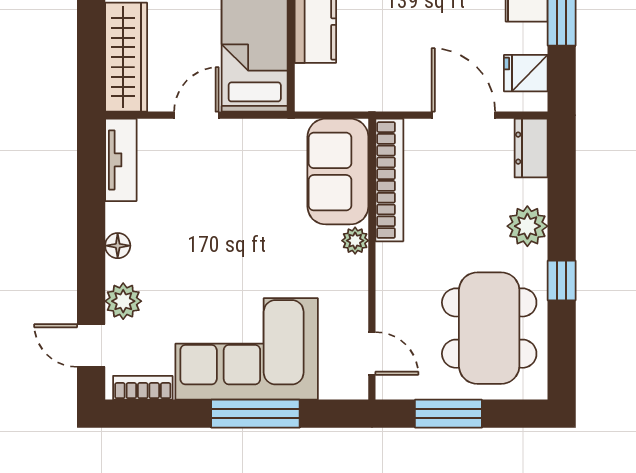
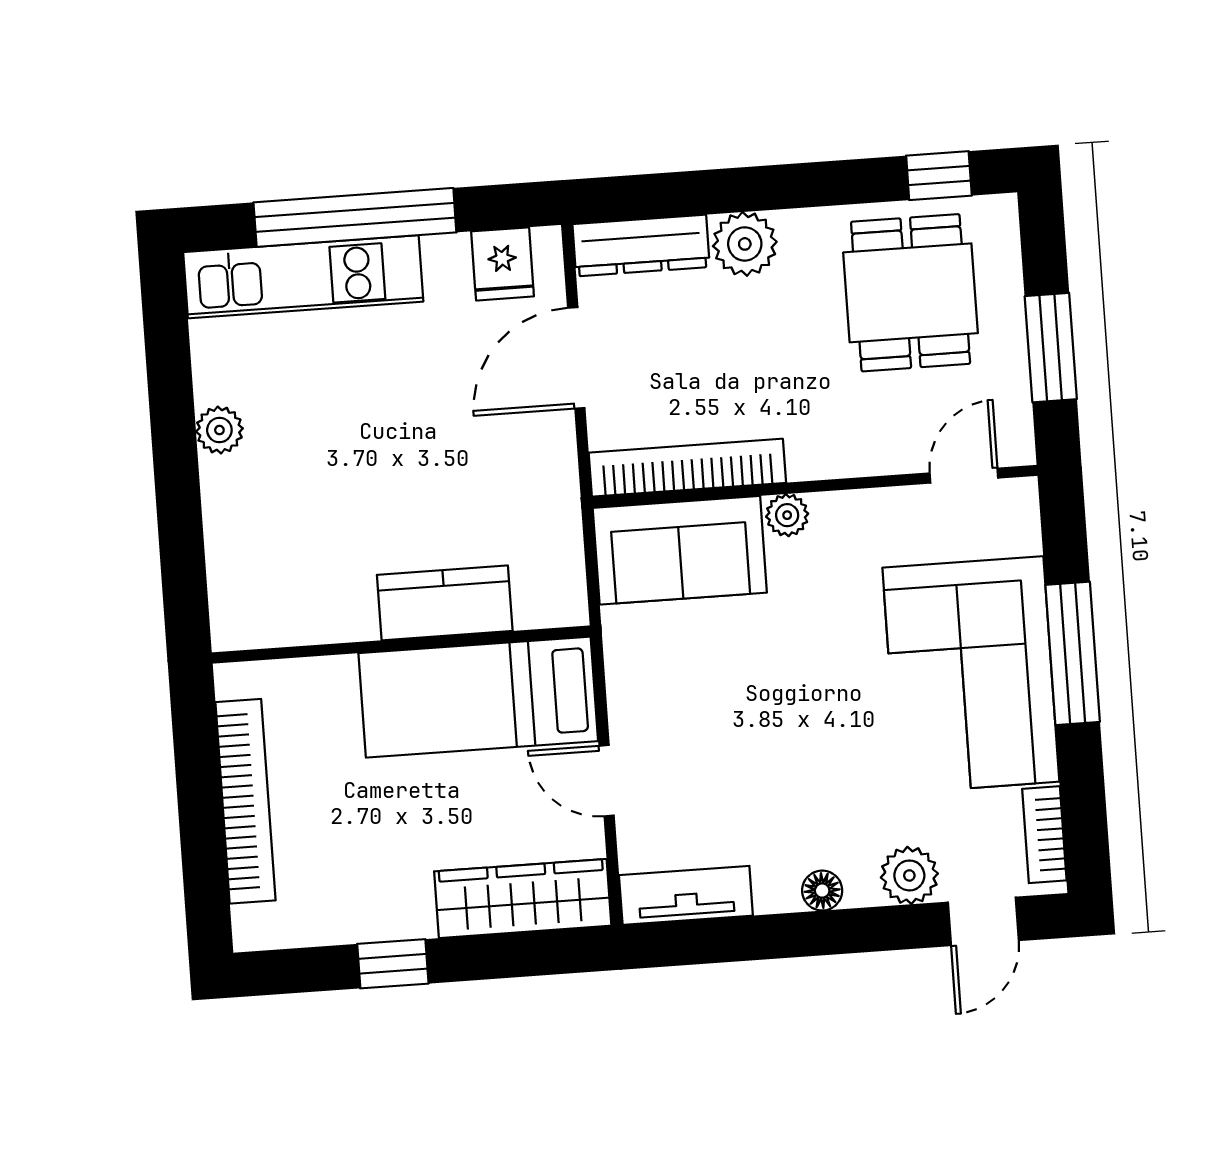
dresser: (531, 148) -> (641, 246), width x1.44
window: (562, 281) -> (939, 176), moved
dining table: (489, 328) -> (911, 293), width x0.73

